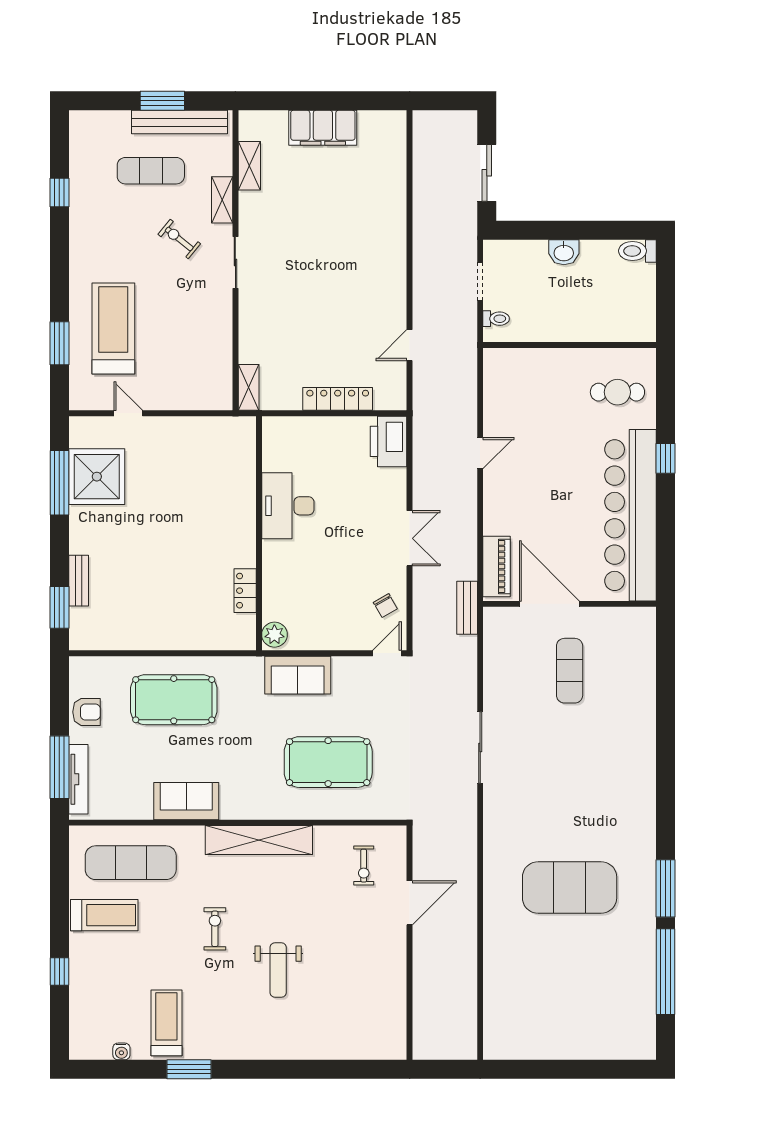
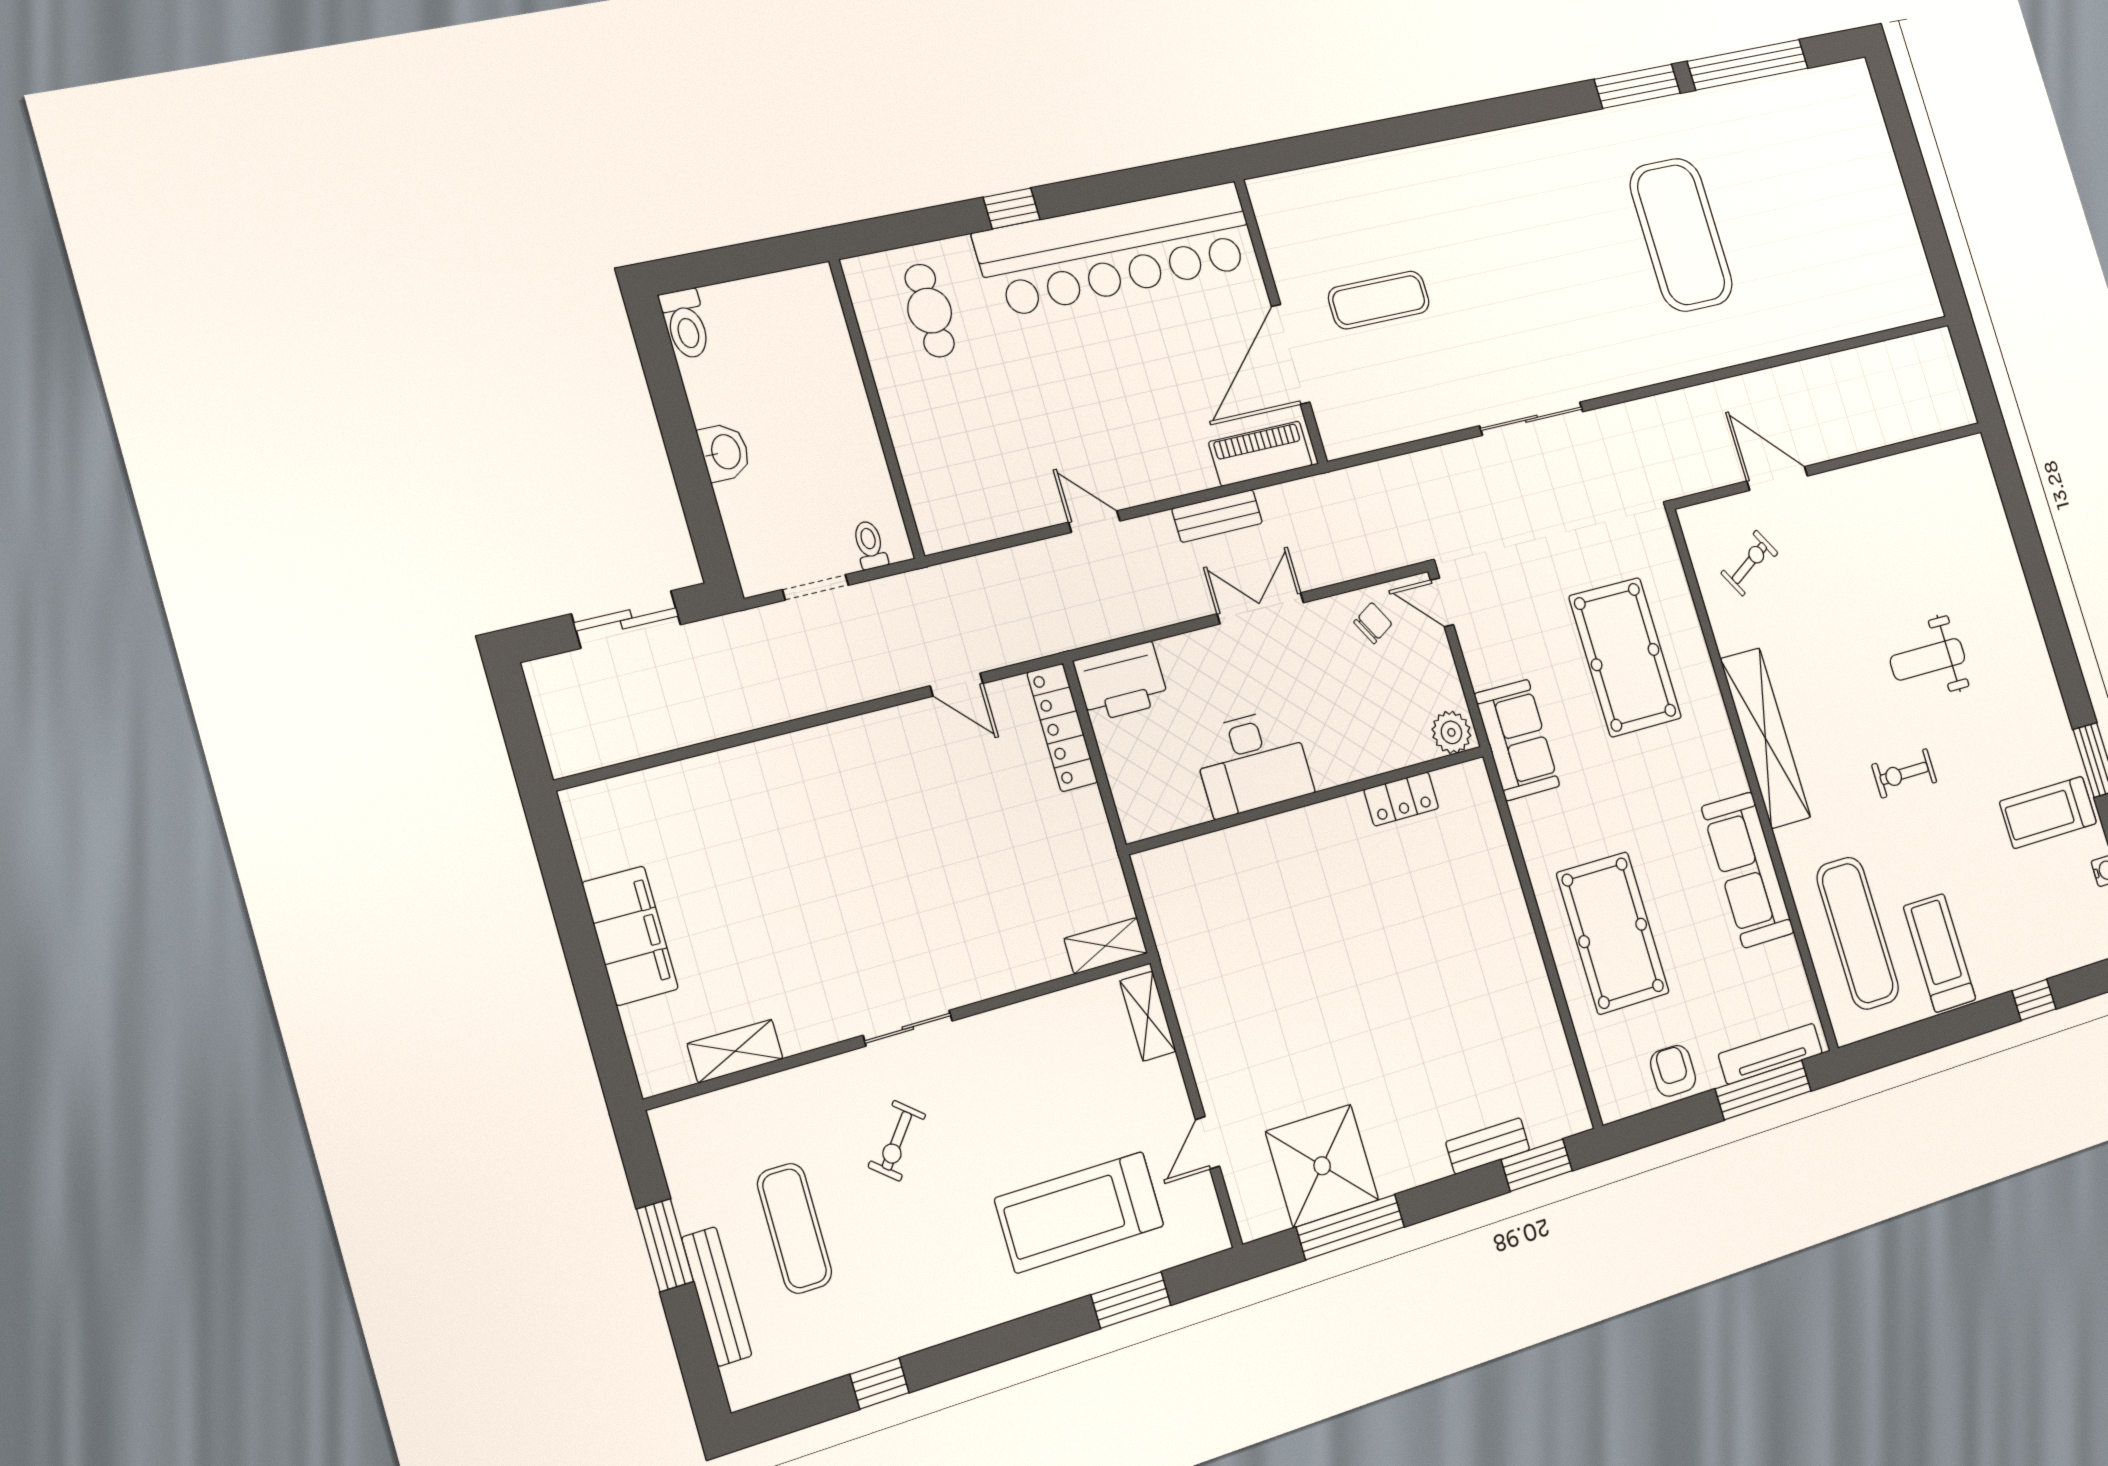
bench: (180, 122) -> (717, 1297), moved, width x0.73, depth x0.82
shelving: (222, 200) -> (1148, 1016), moved, turned 90
locker: (338, 399) -> (1062, 727), moved
desk: (288, 506) -> (1252, 762), moved
wall: (259, 533) -> (1309, 800), moved
locker: (245, 591) -> (1401, 799), moved
bench: (467, 608) -> (1217, 516), moved
plant: (274, 635) -> (1451, 732), moved
sofa: (186, 801) -> (1748, 870), width x1.36
exercise bike: (364, 866) -> (1749, 563), turned -31
weight bench: (278, 970) -> (1928, 659), turned 180

